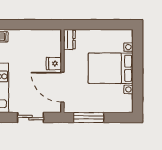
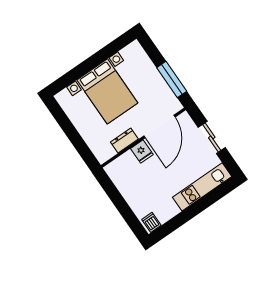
dresser: (69, 39) -> (124, 140), moved

